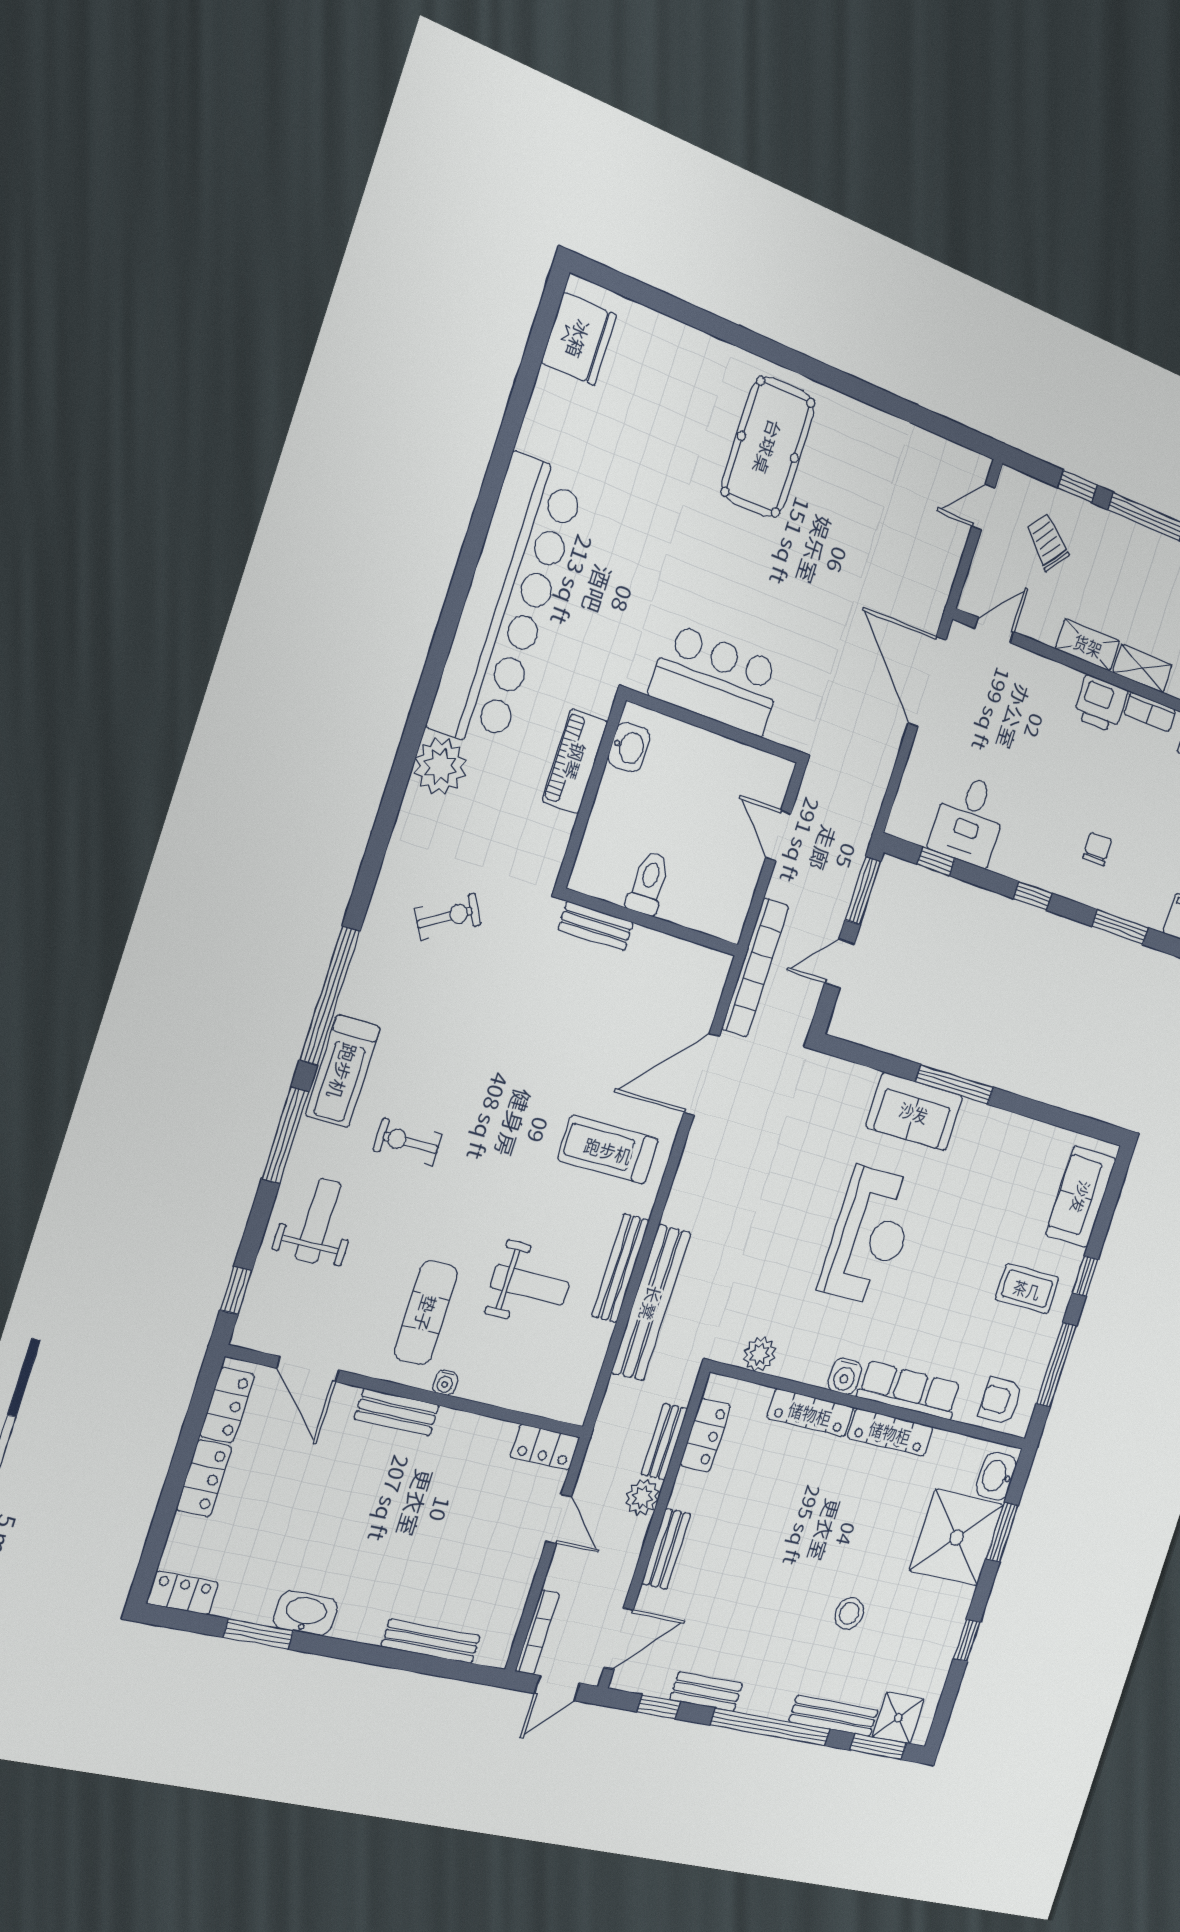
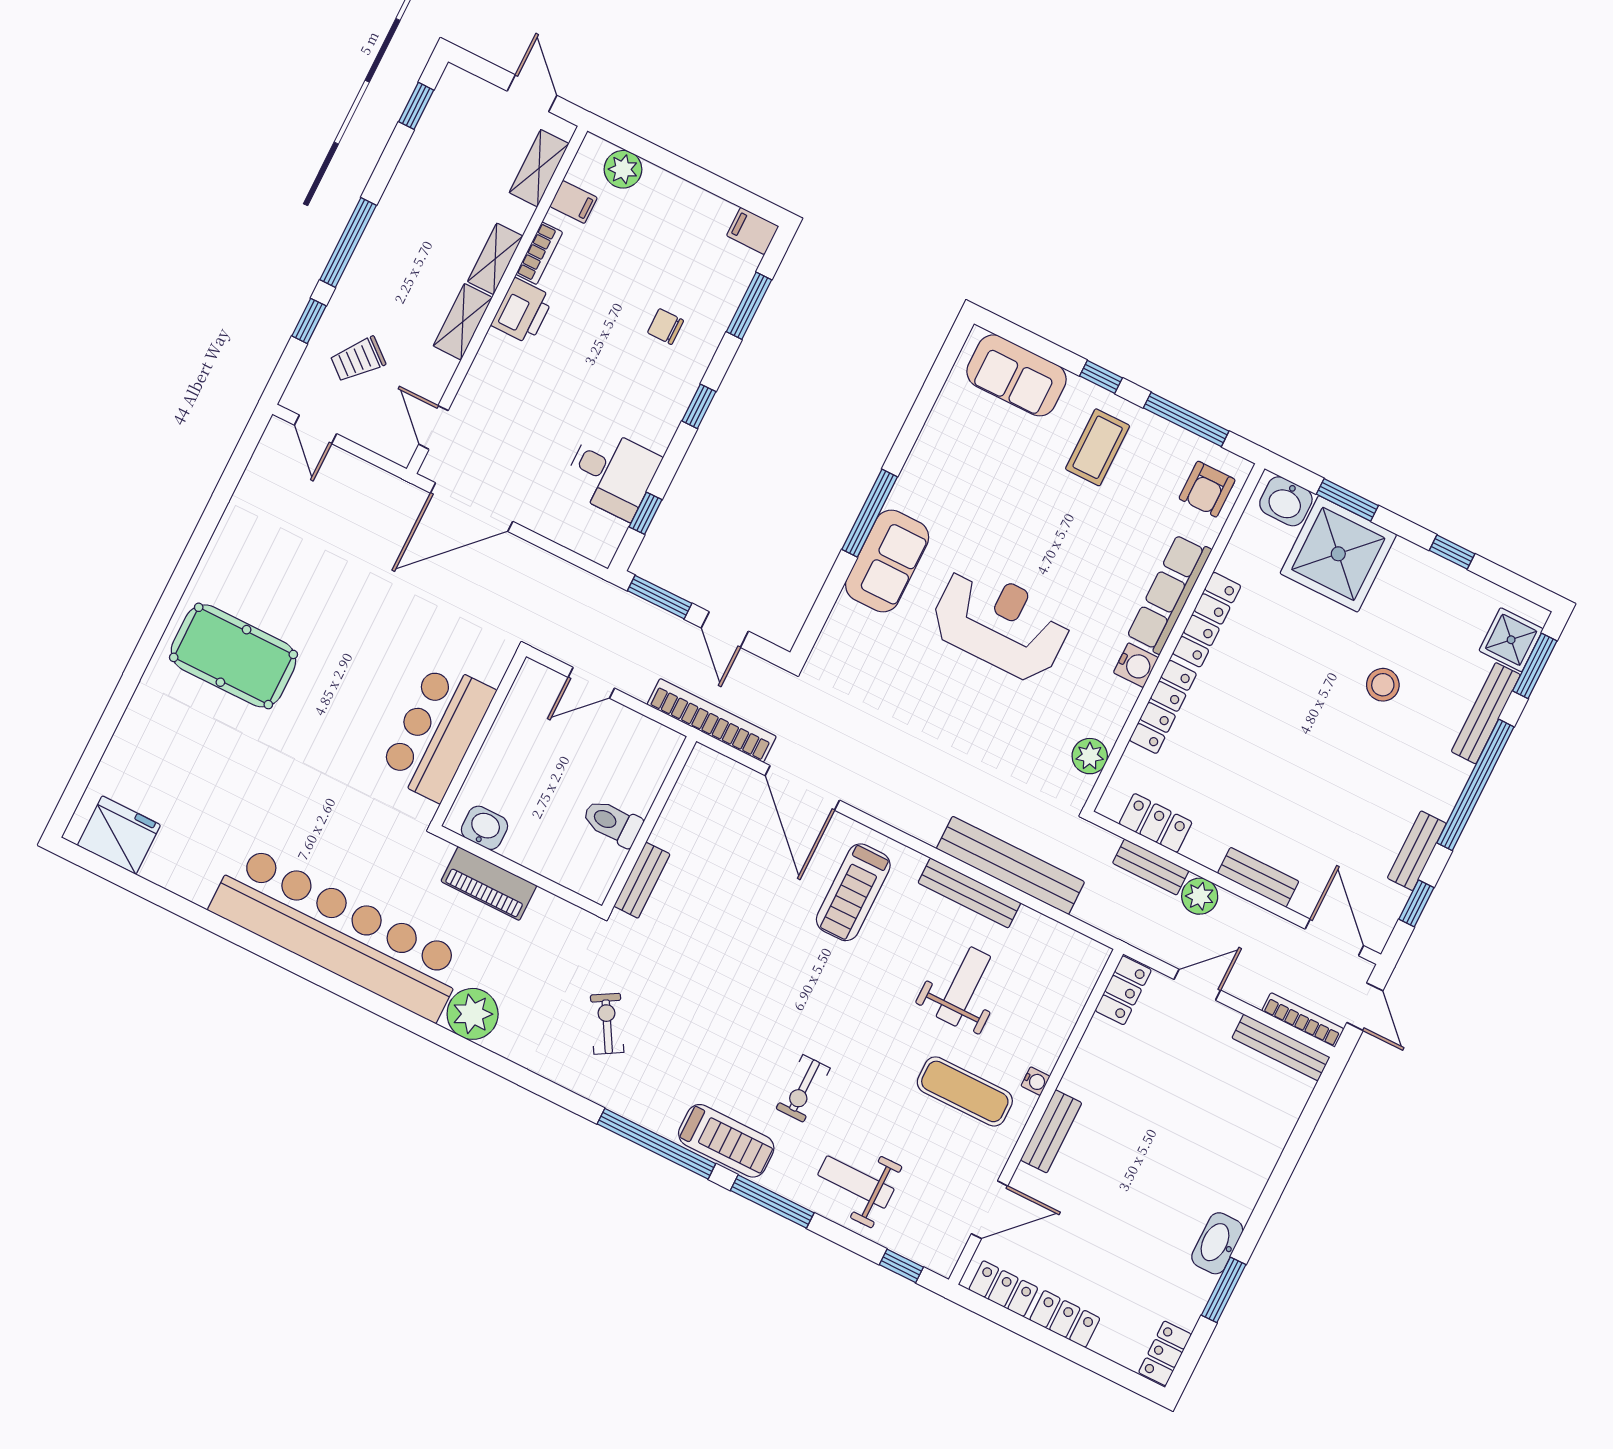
bench: (431, 1641) -> (1281, 1047), moved, turned 90

